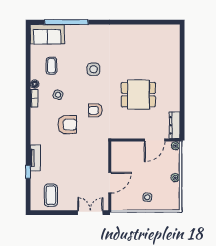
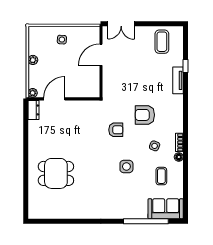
side table: (94, 69) -> (126, 166), moved
dining table: (138, 95) -> (56, 173), moved
dresser: (175, 125) -> (34, 110), width x0.70

